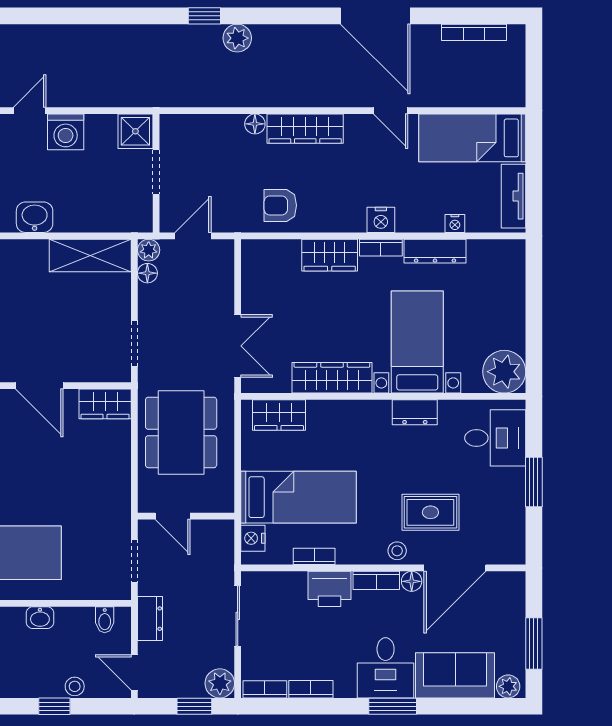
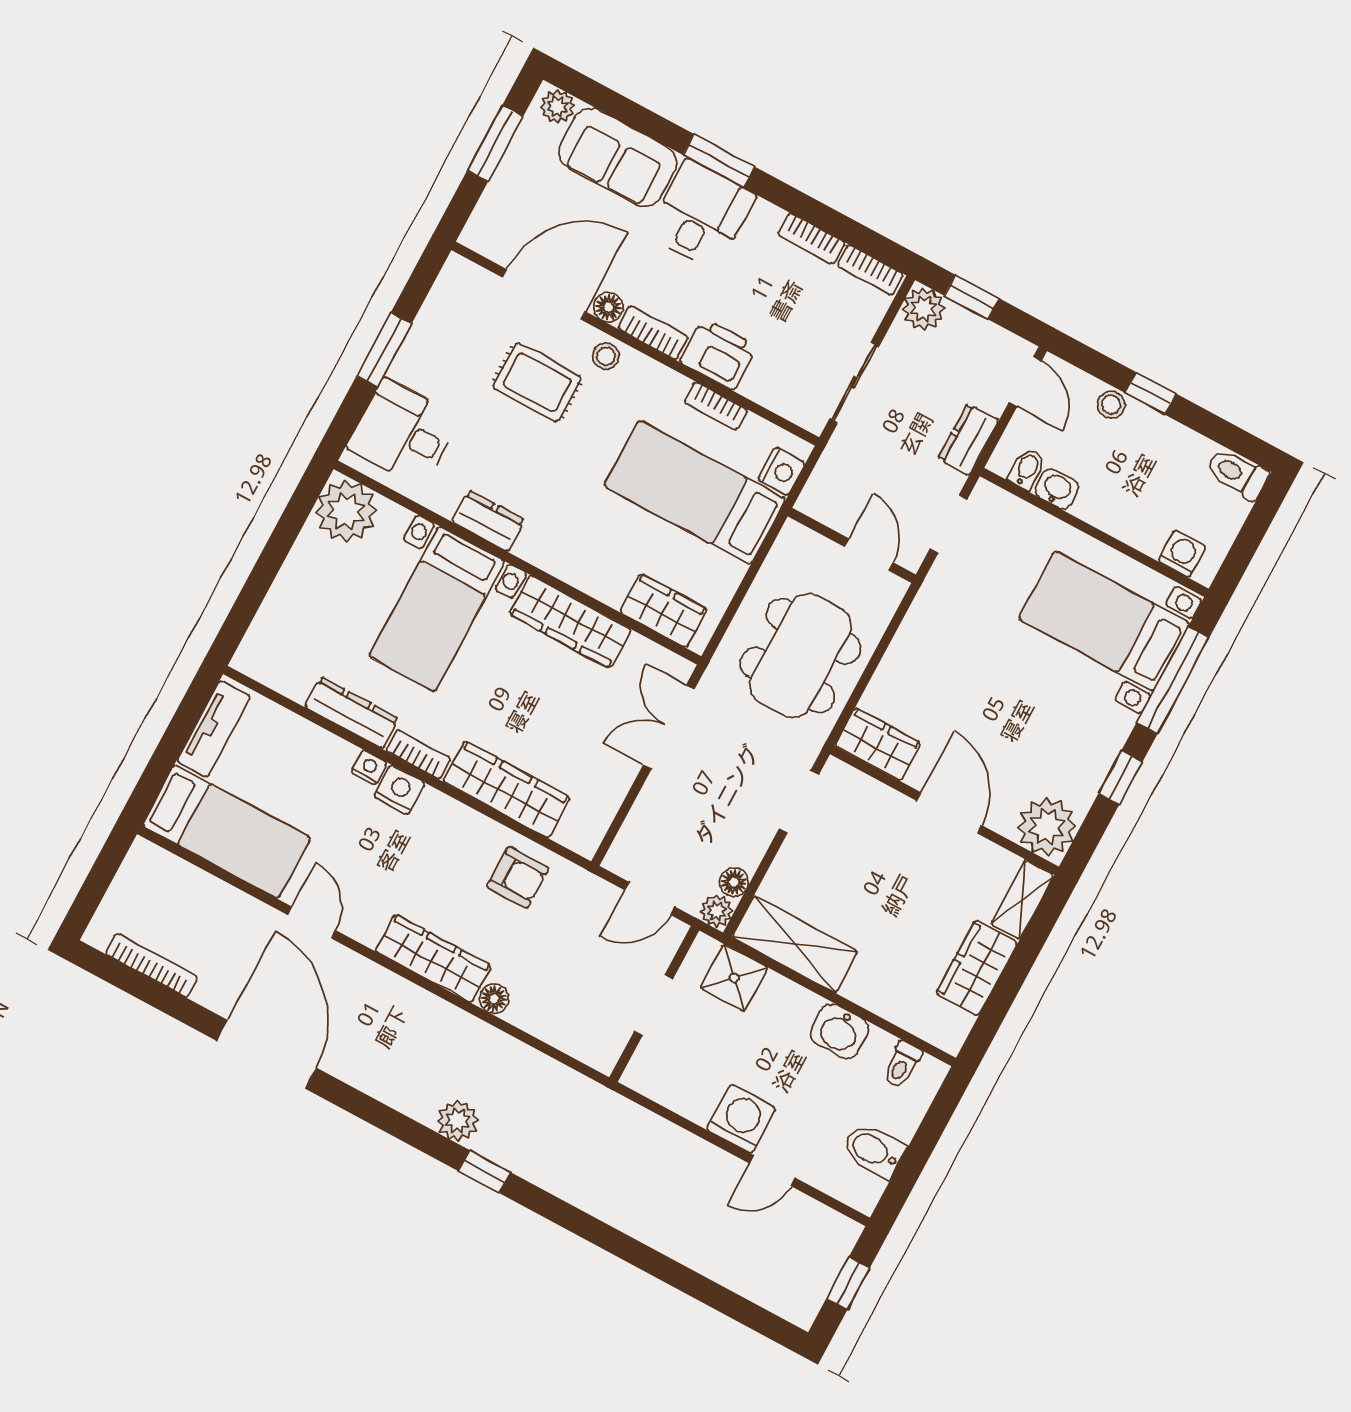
shower: (135, 131) -> (734, 978), moved
nightstand: (455, 223) -> (369, 768), moved
wardrobe: (330, 255) -> (507, 789), width x1.50
washbasin: (40, 618) -> (1057, 489), moved

